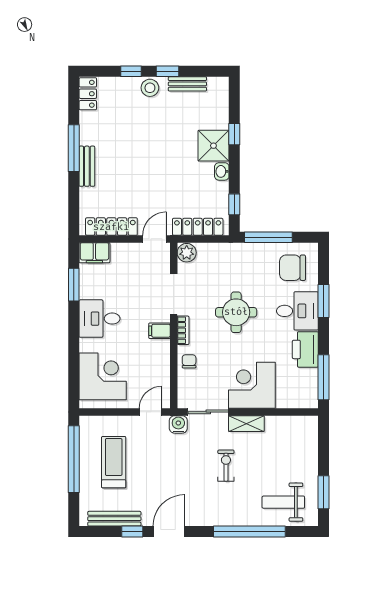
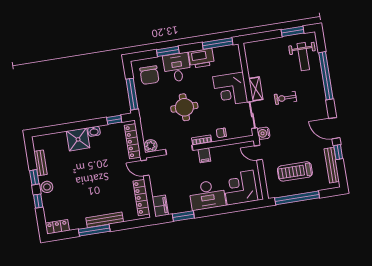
window: (234, 134) -> (68, 127), removed
bench: (87, 166) -> (105, 220), width x1.36
desk: (100, 319) -> (207, 195), width x1.37

